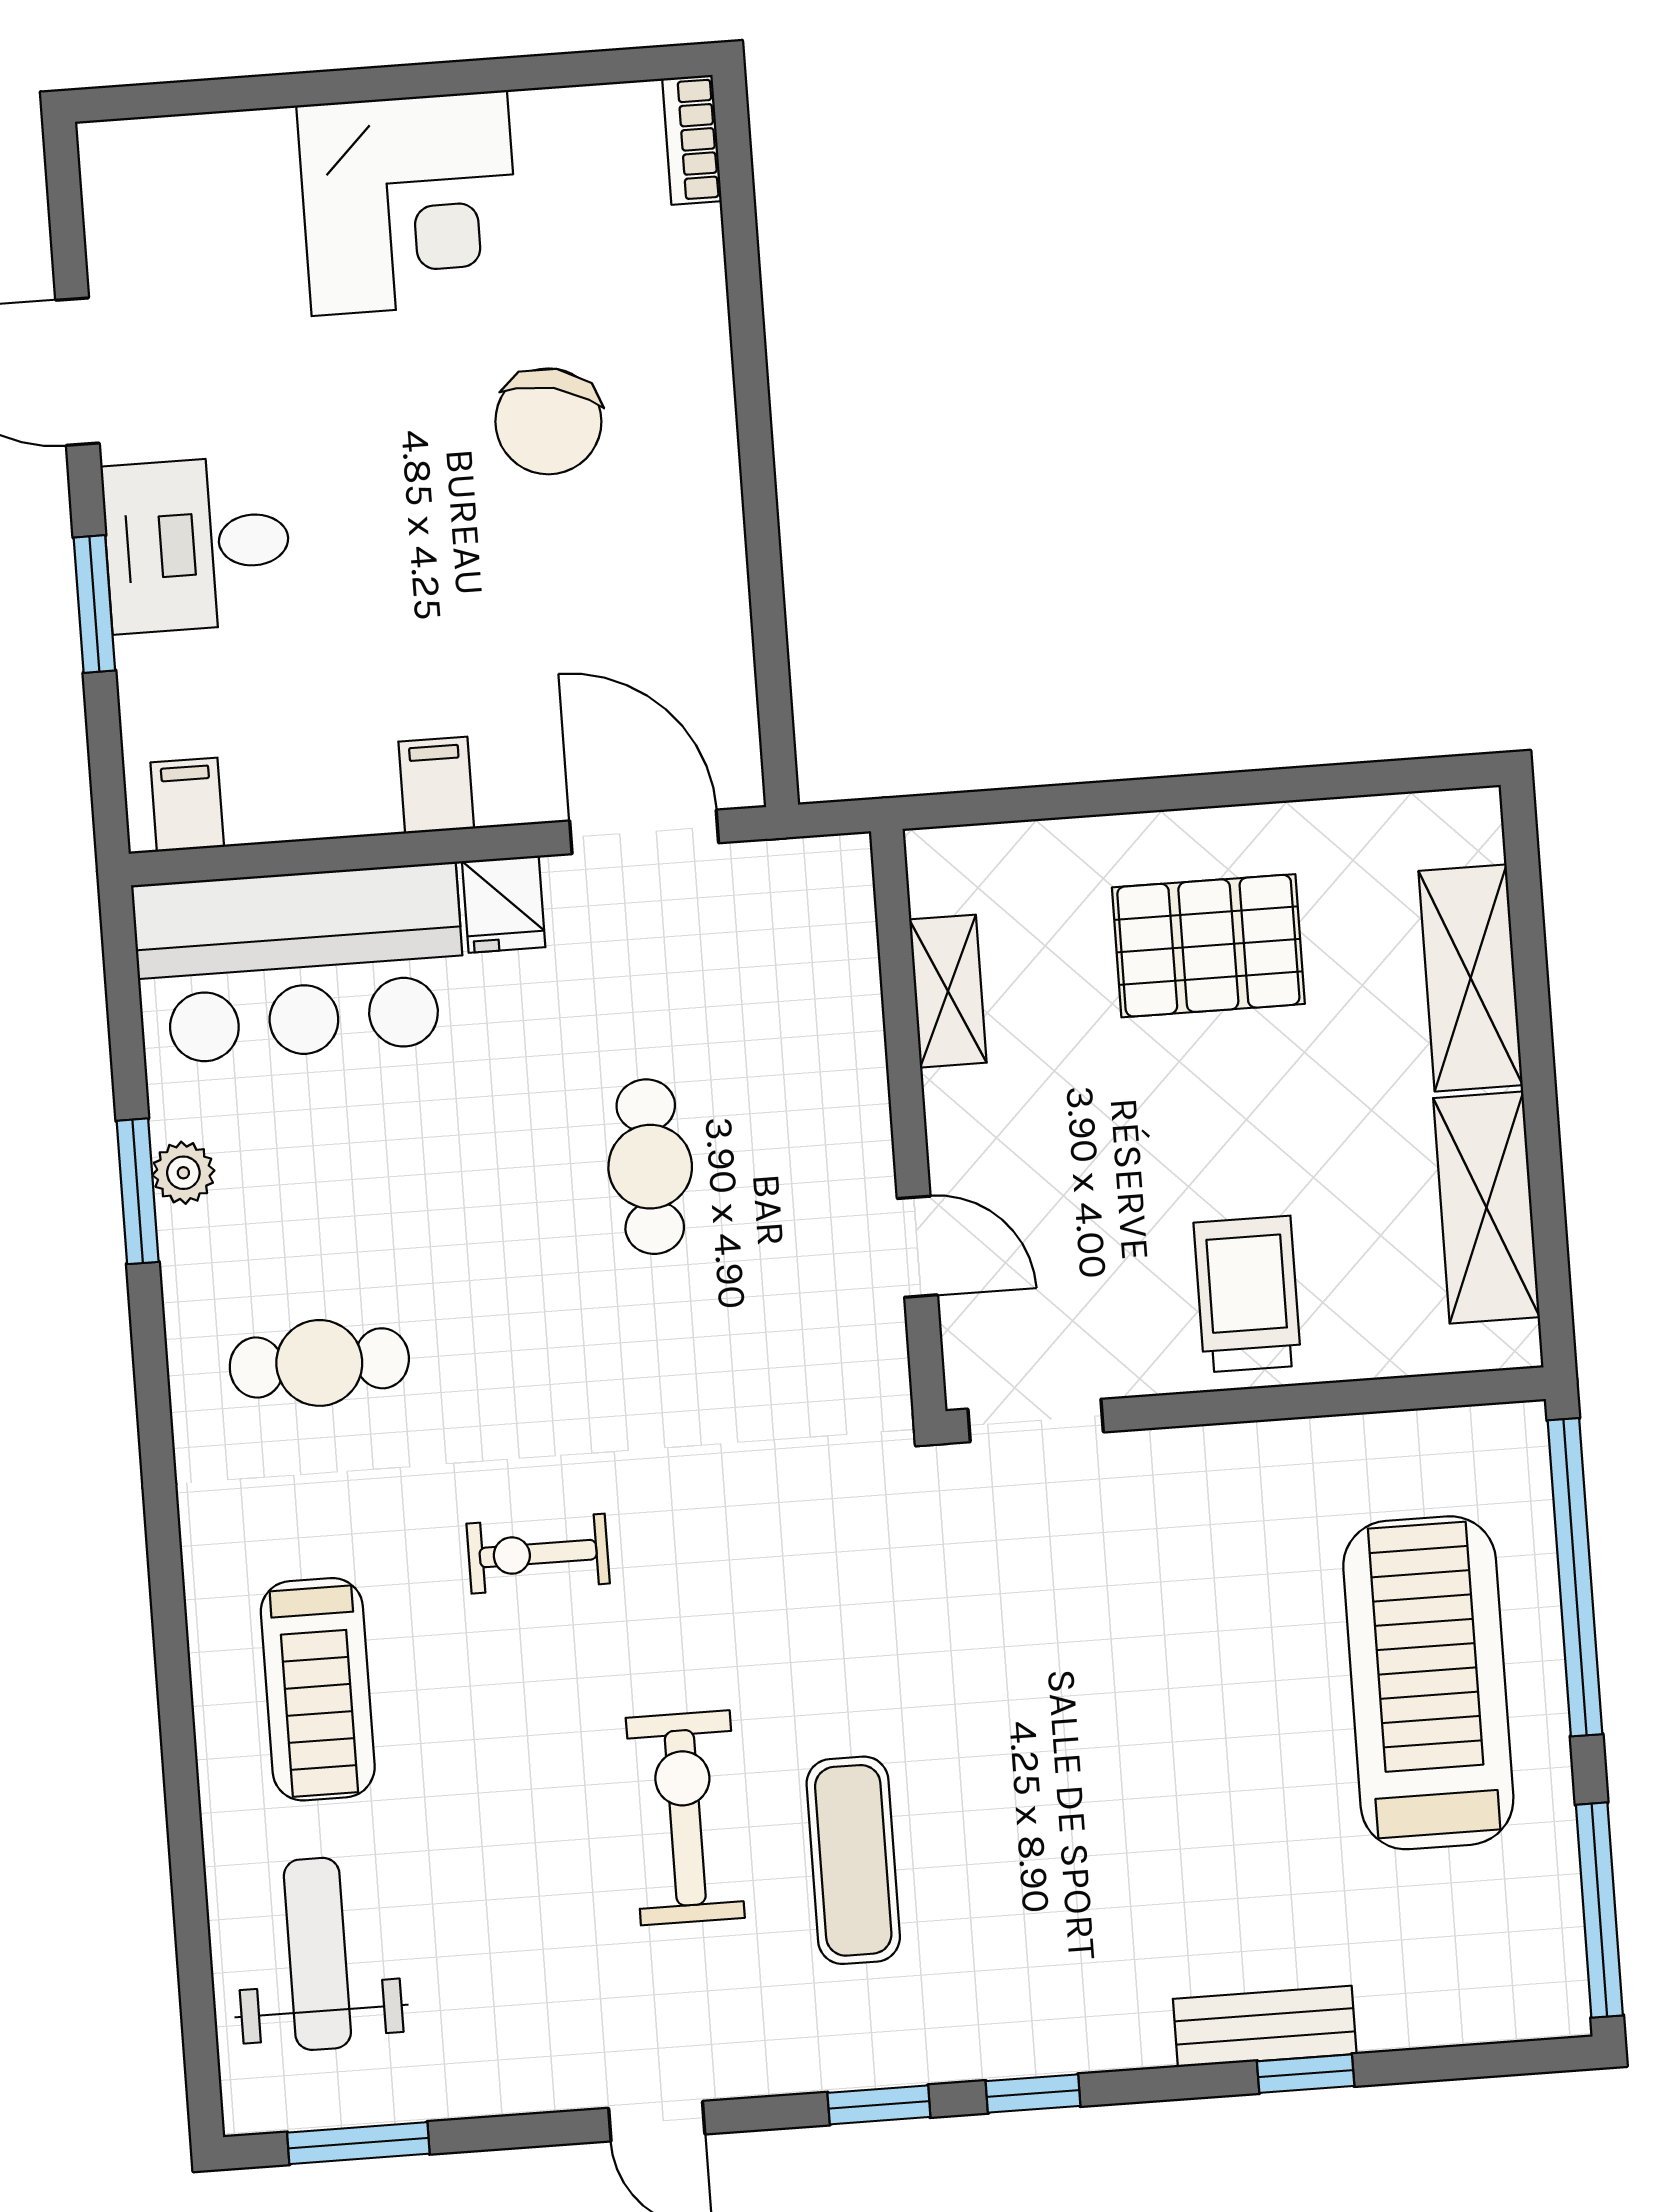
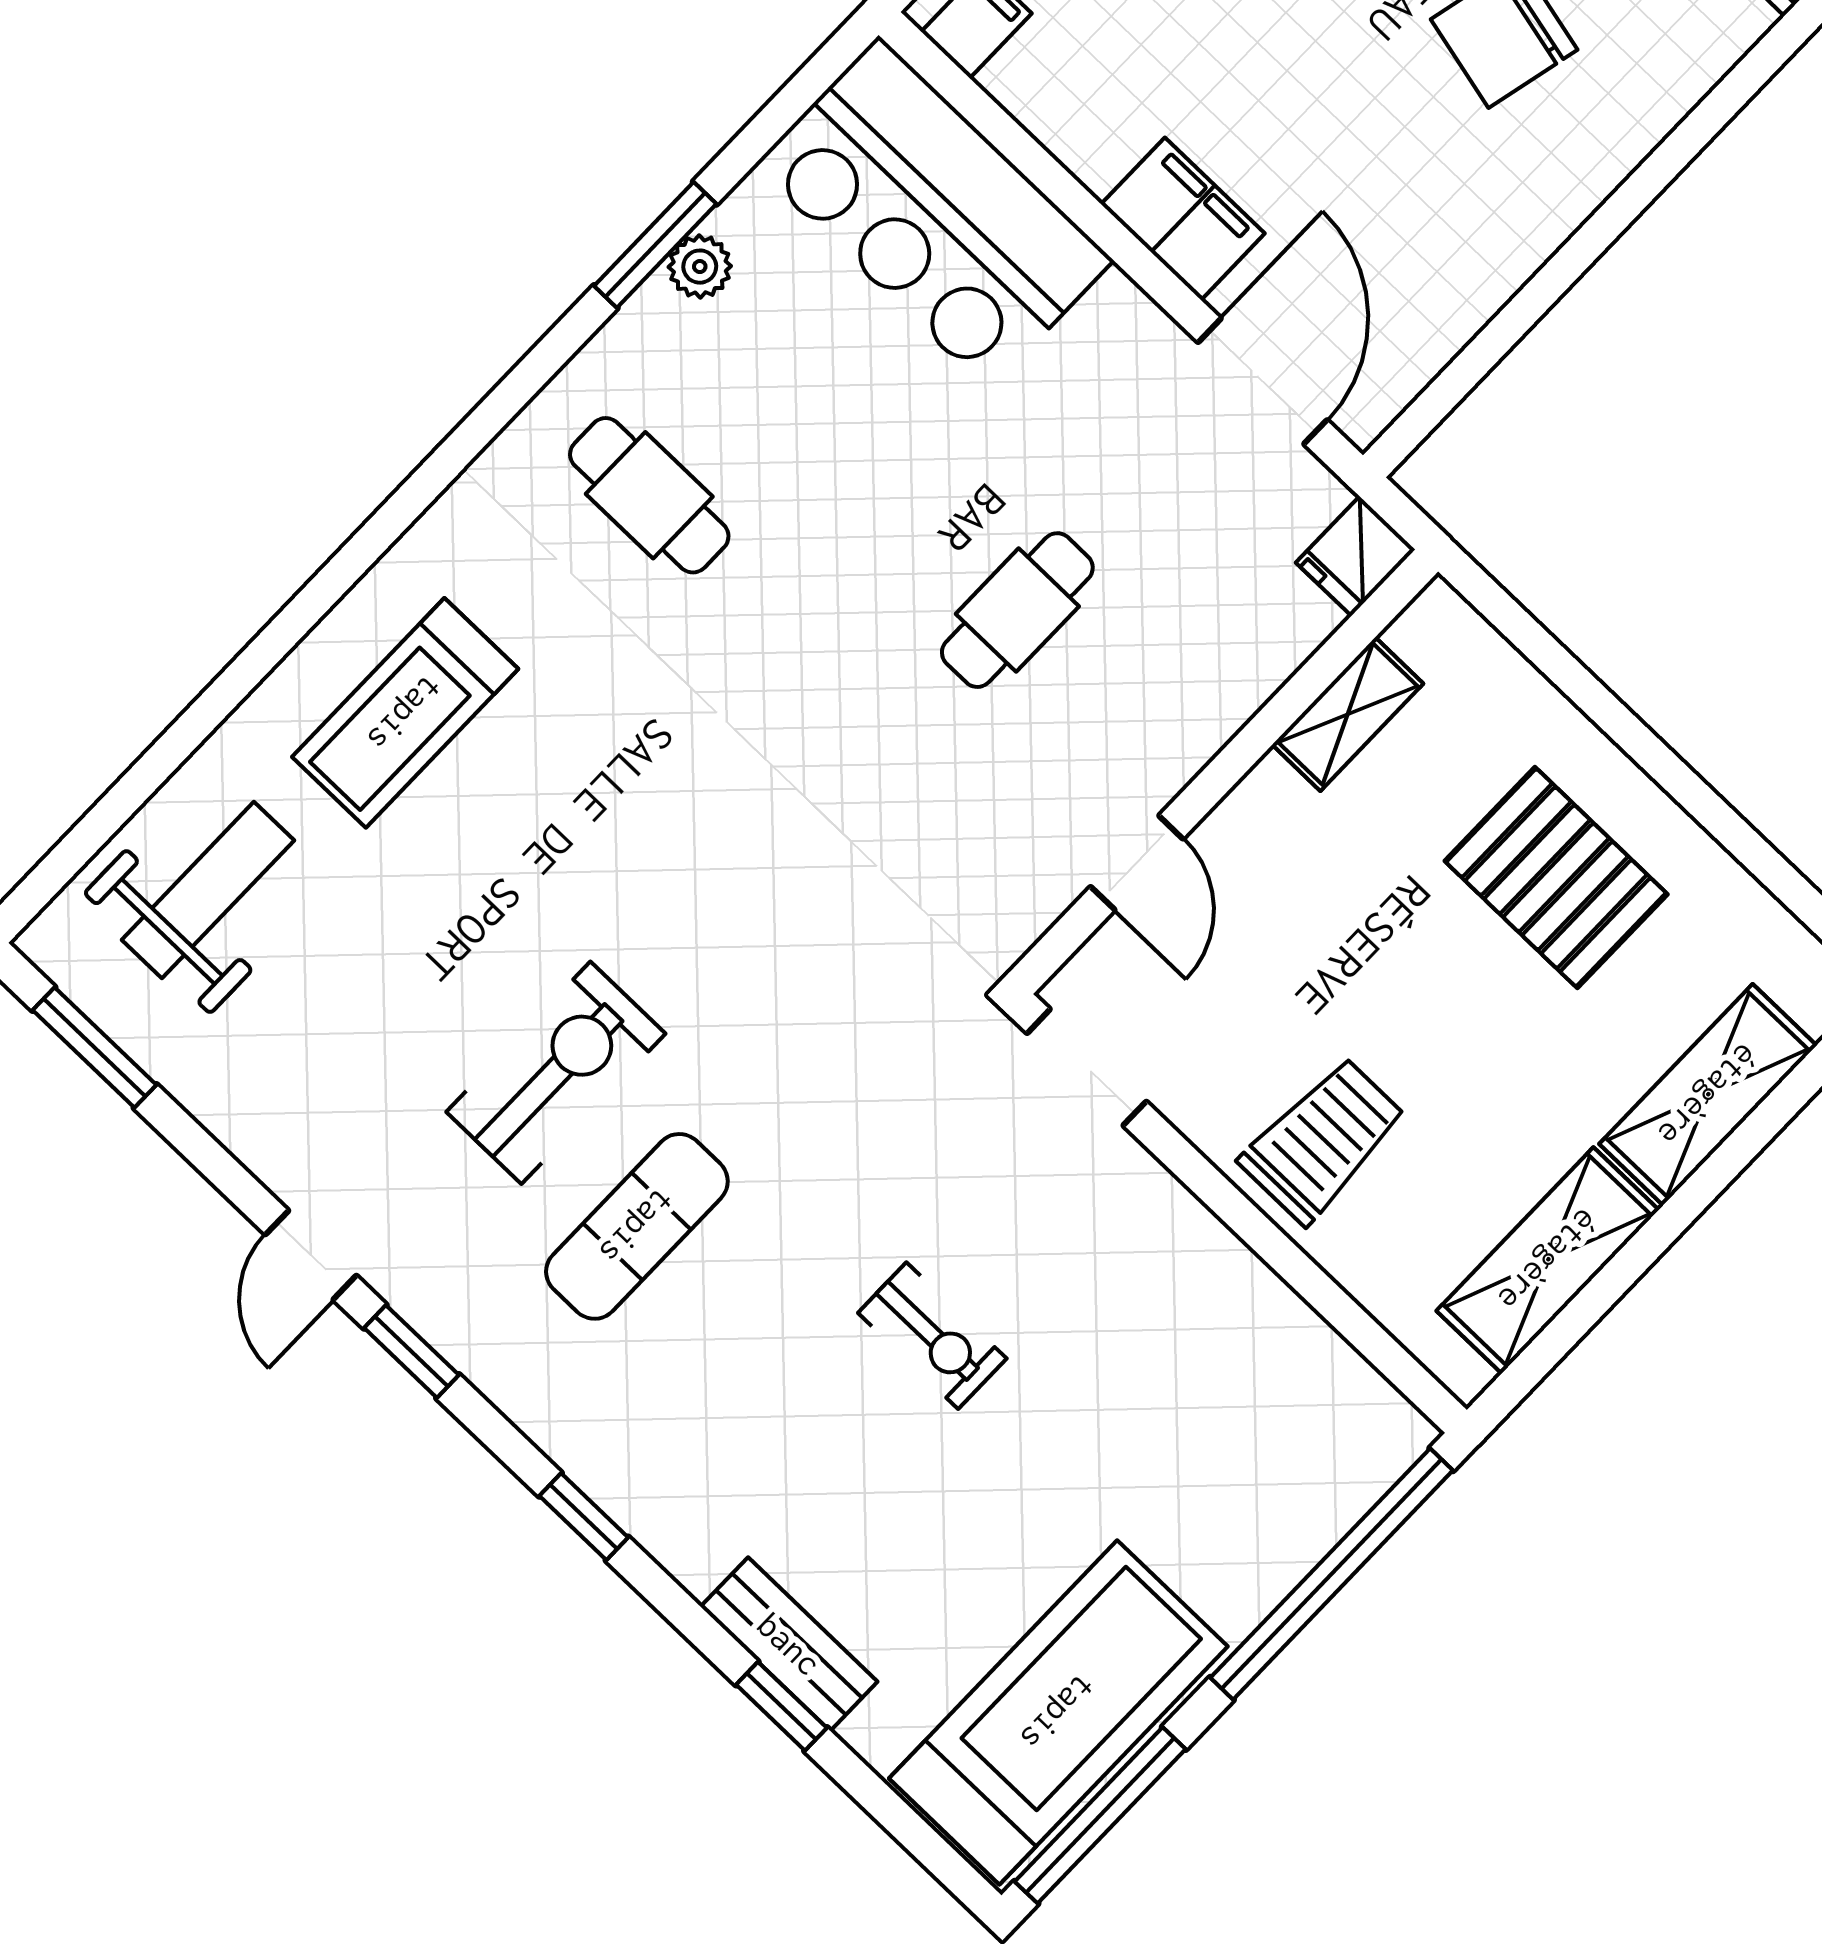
filing cabinet: (436, 785) -> (1183, 219), width x2.00
fridge: (504, 904) -> (1356, 556), moved
exercise bike: (538, 1554) -> (932, 1336), moved, turned 180
treadmill: (1428, 1683) -> (1058, 1712), moved
window: (879, 2105) -> (411, 1351), moved

